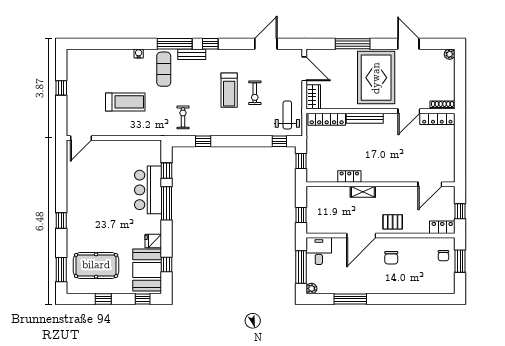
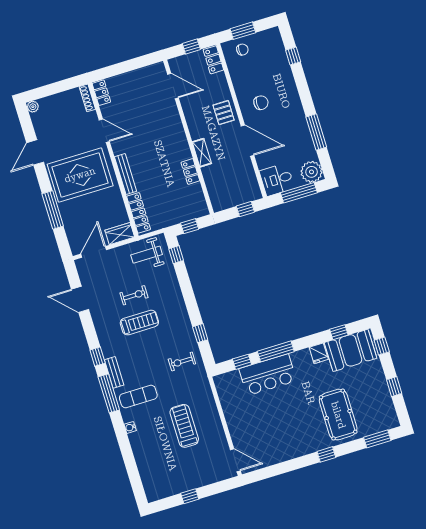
locker: (437, 119) -> (101, 93), width x0.66
pool table: (96, 265) -> (338, 415), moved
plant: (311, 288) -> (312, 172), width x1.87, depth x1.87
window: (424, 299) -> (293, 56), added

